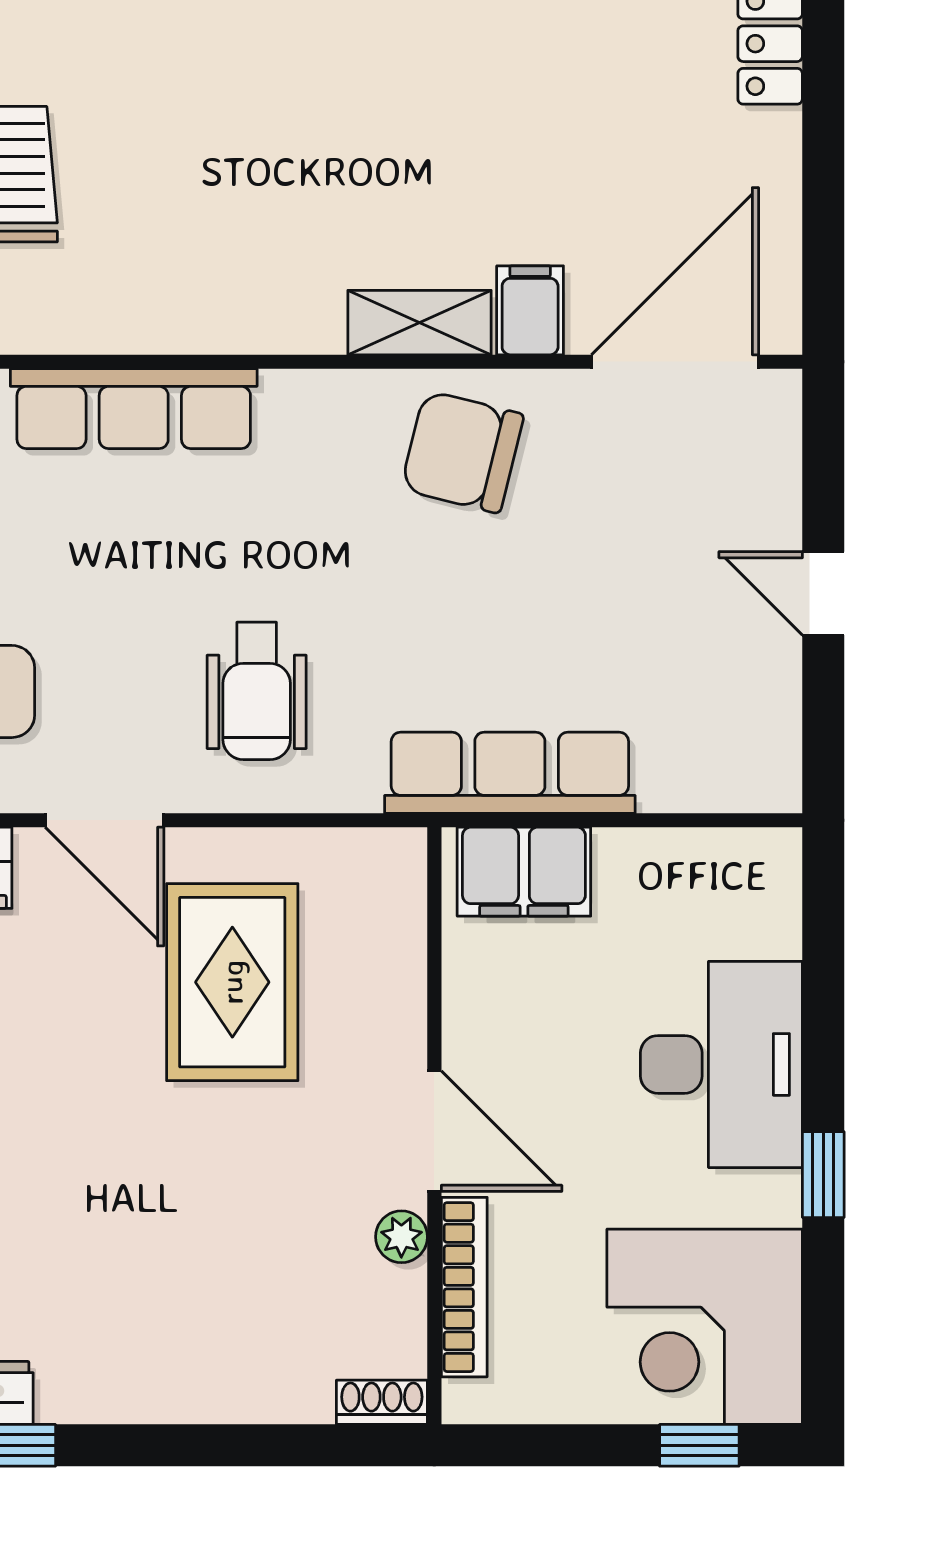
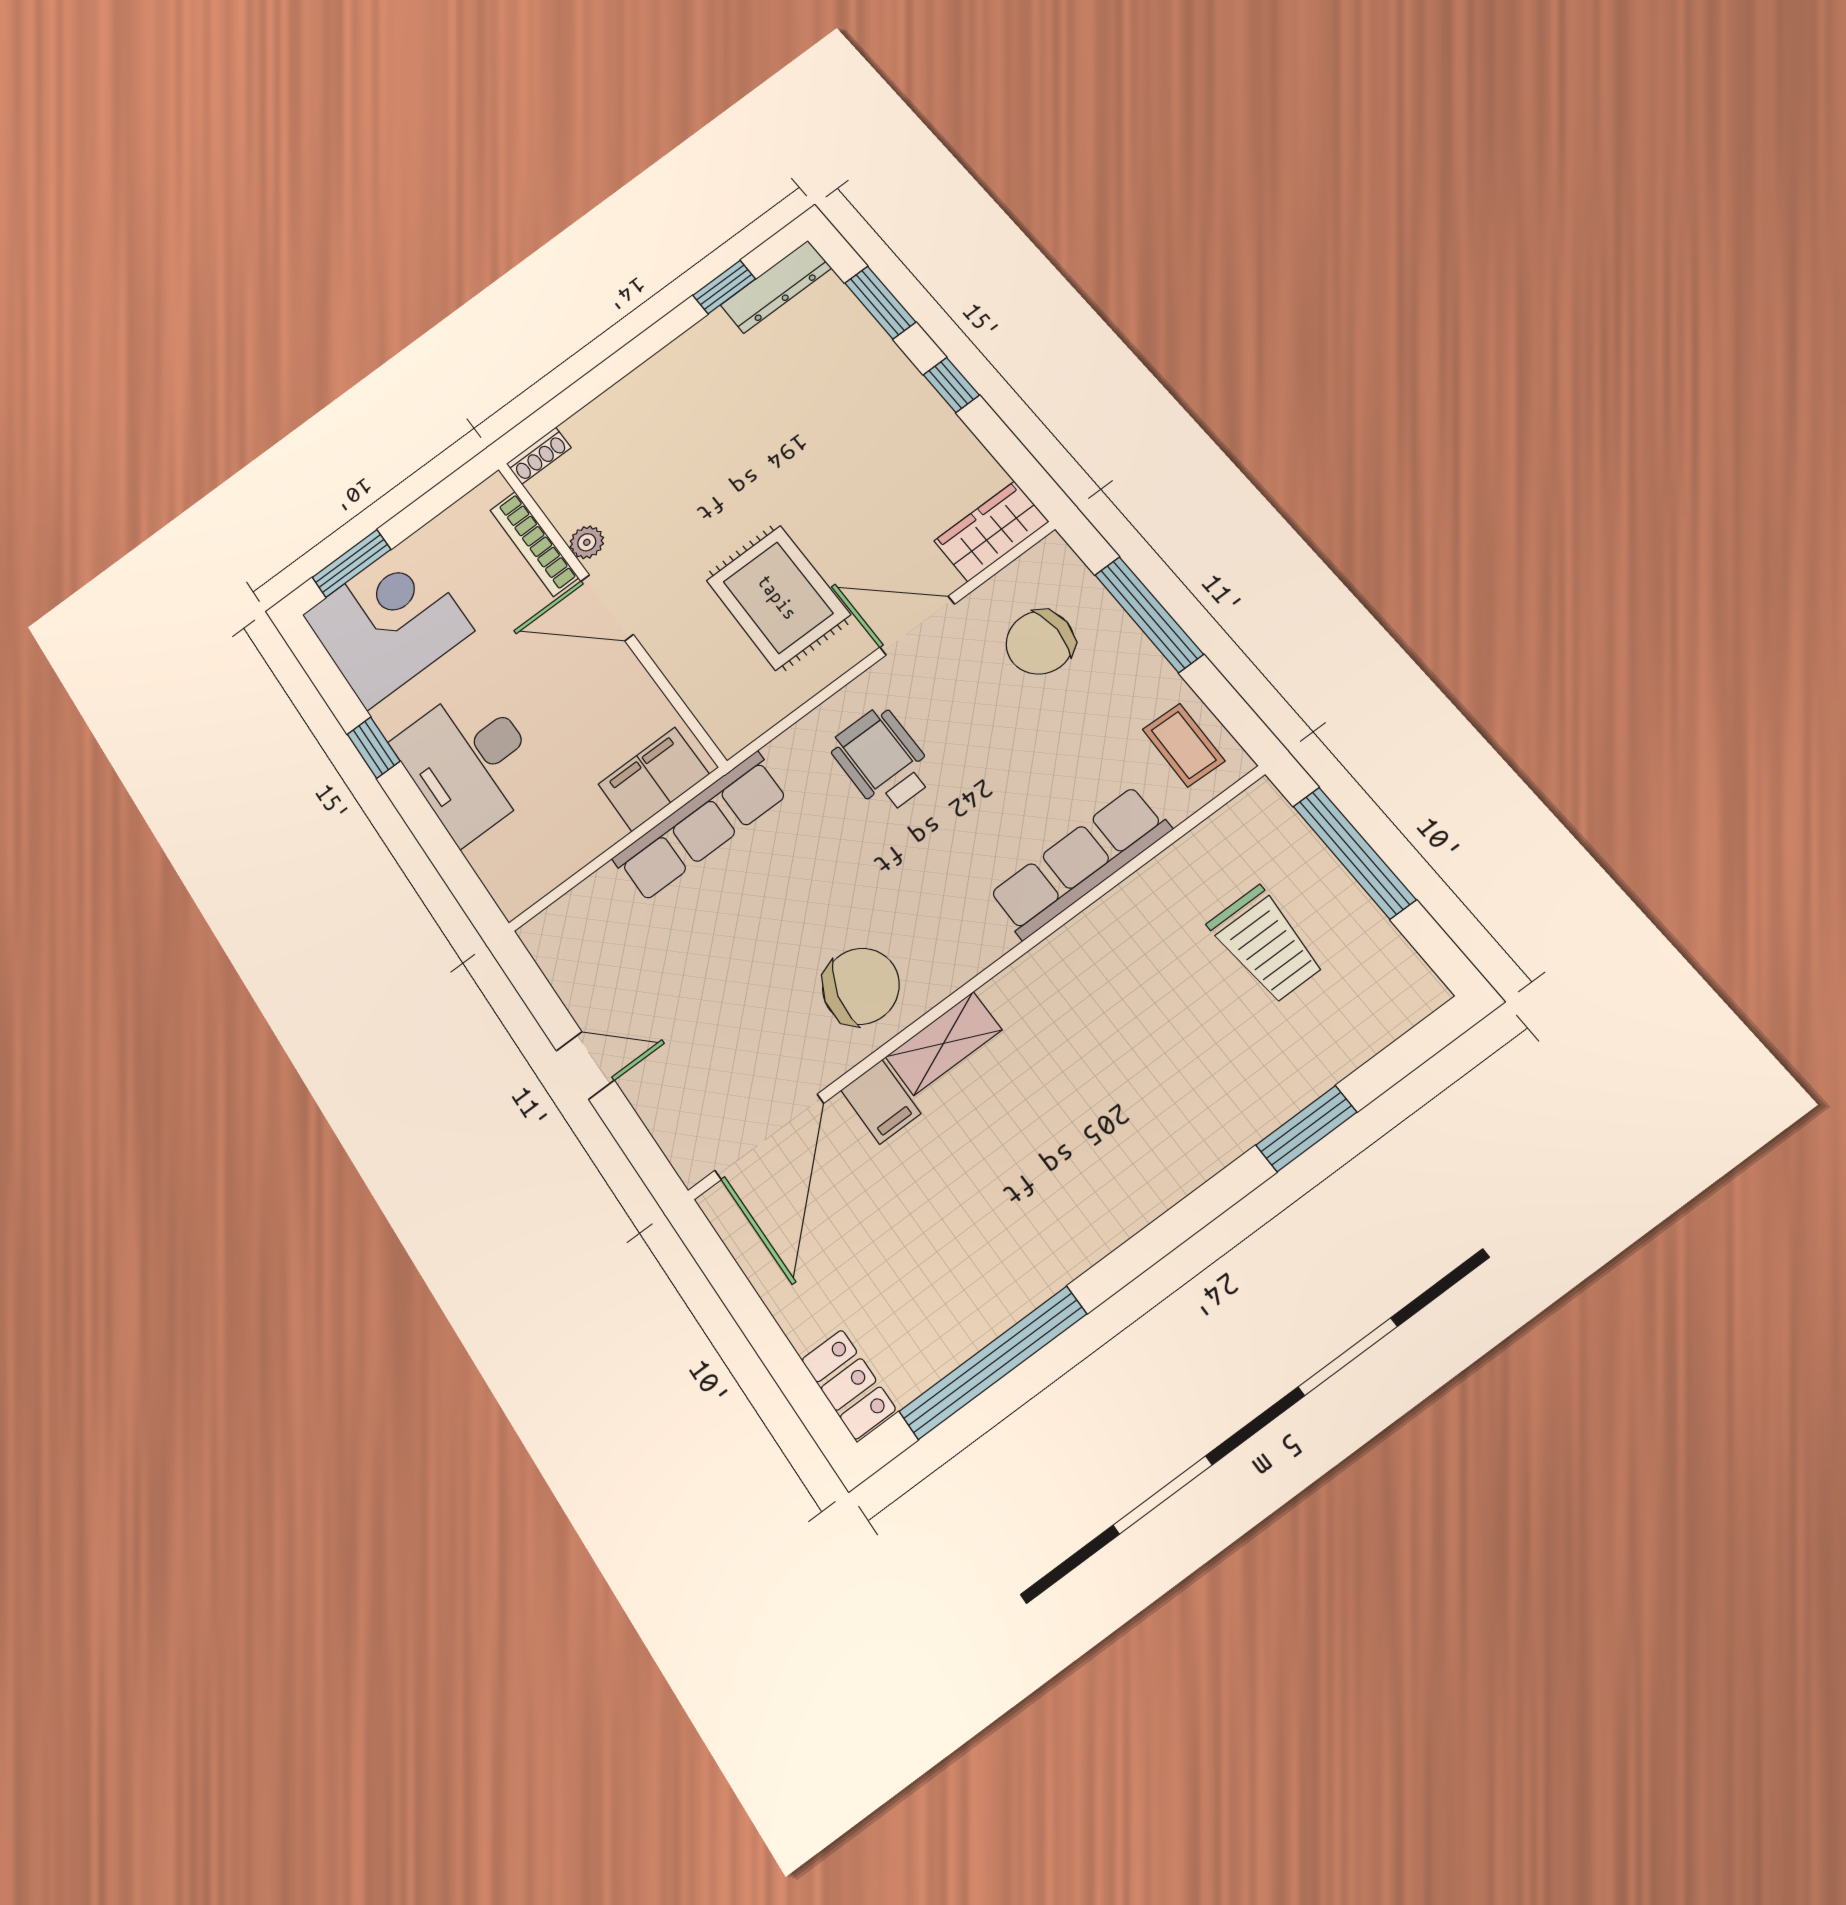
window: (699, 1445) -> (352, 563), width x1.50

